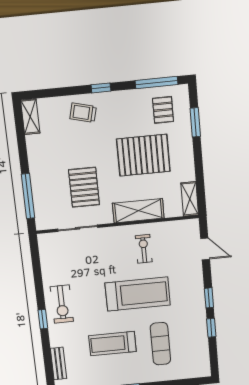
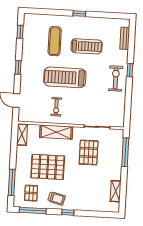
trolley: (83, 113) -> (57, 198), moved
shelving: (30, 117) -> (116, 191), moved
window: (195, 122) -> (12, 182), width x1.44
window: (211, 328) -> (20, 32), moved

